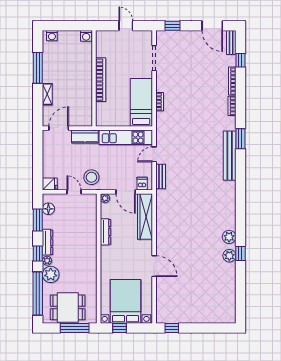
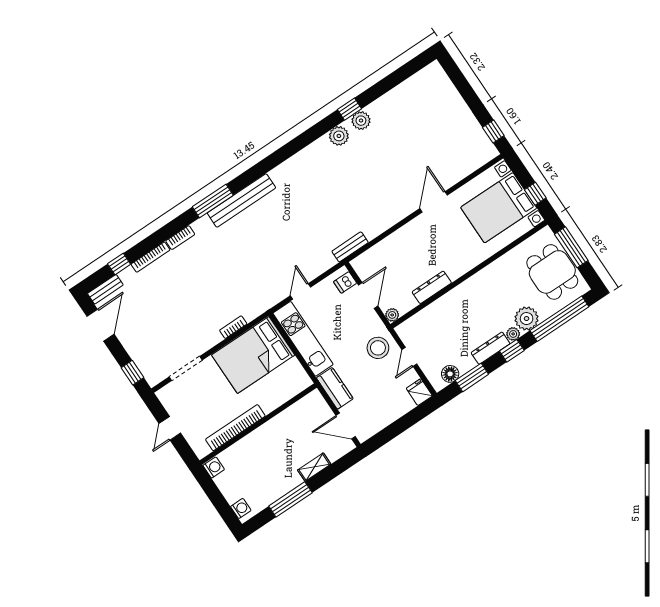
bookcase: (101, 80) -> (235, 428), moved
bed: (141, 102) -> (253, 355), width x1.50
window: (240, 139) -> (213, 201), width x1.44
door: (154, 154) -> (300, 291), swing flipped
bench: (161, 176) -> (350, 247), moved
wardrobe: (145, 217) -> (382, 252), removed

